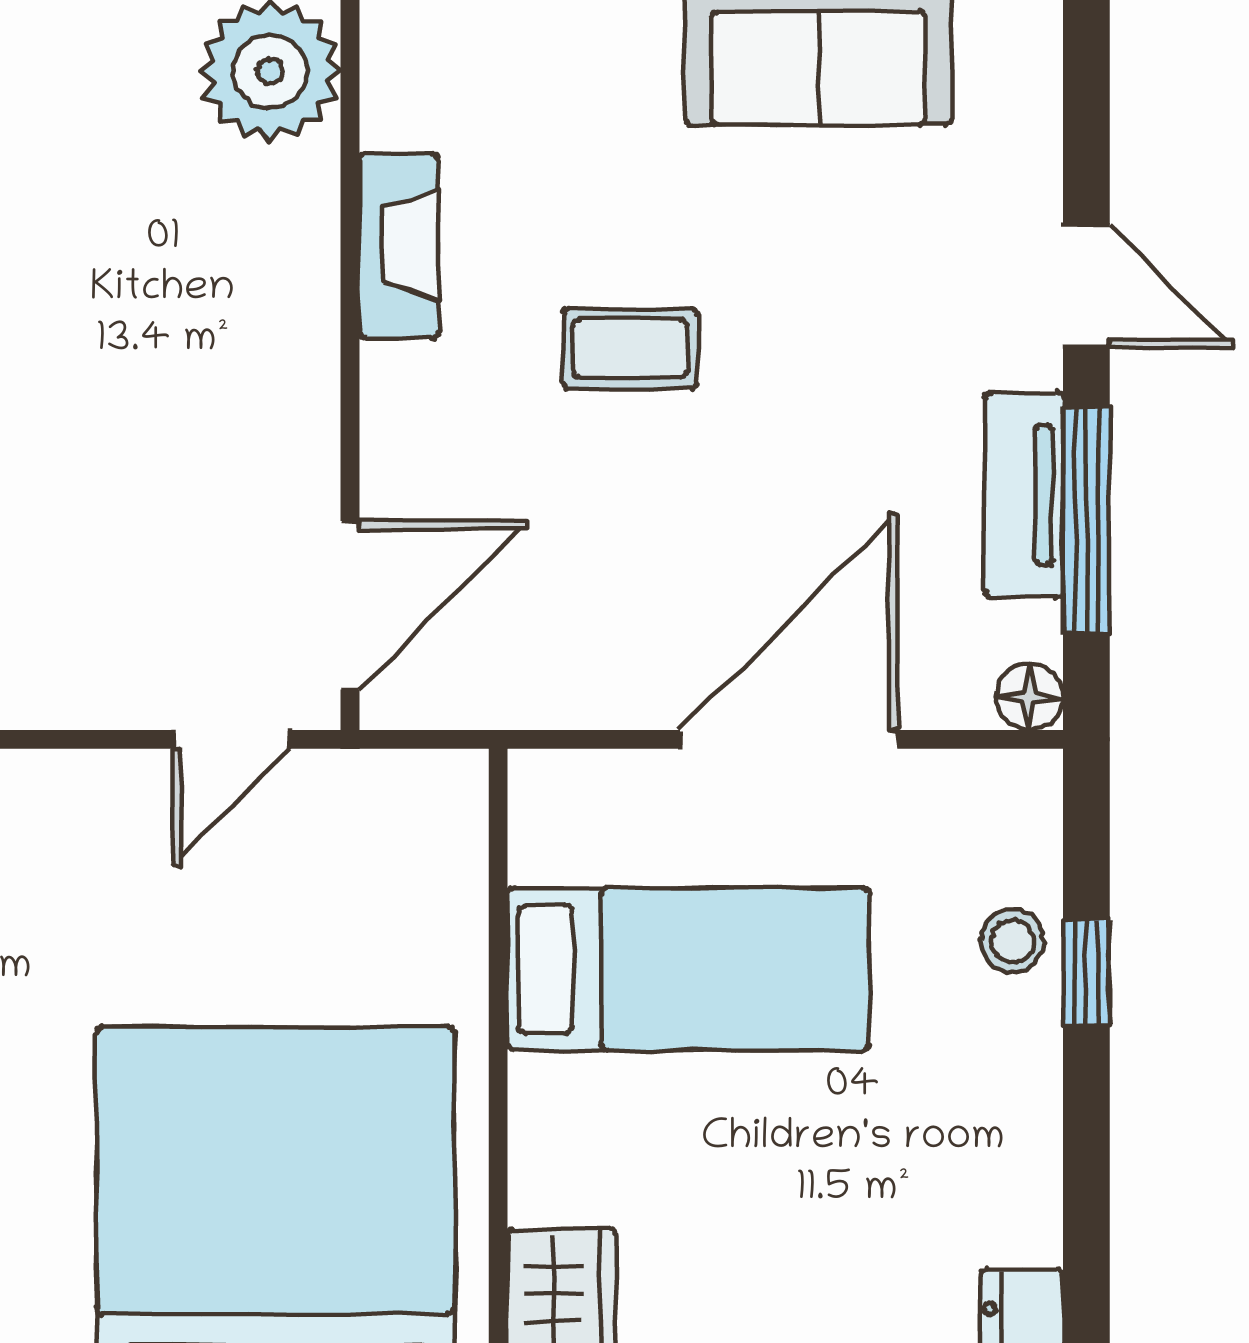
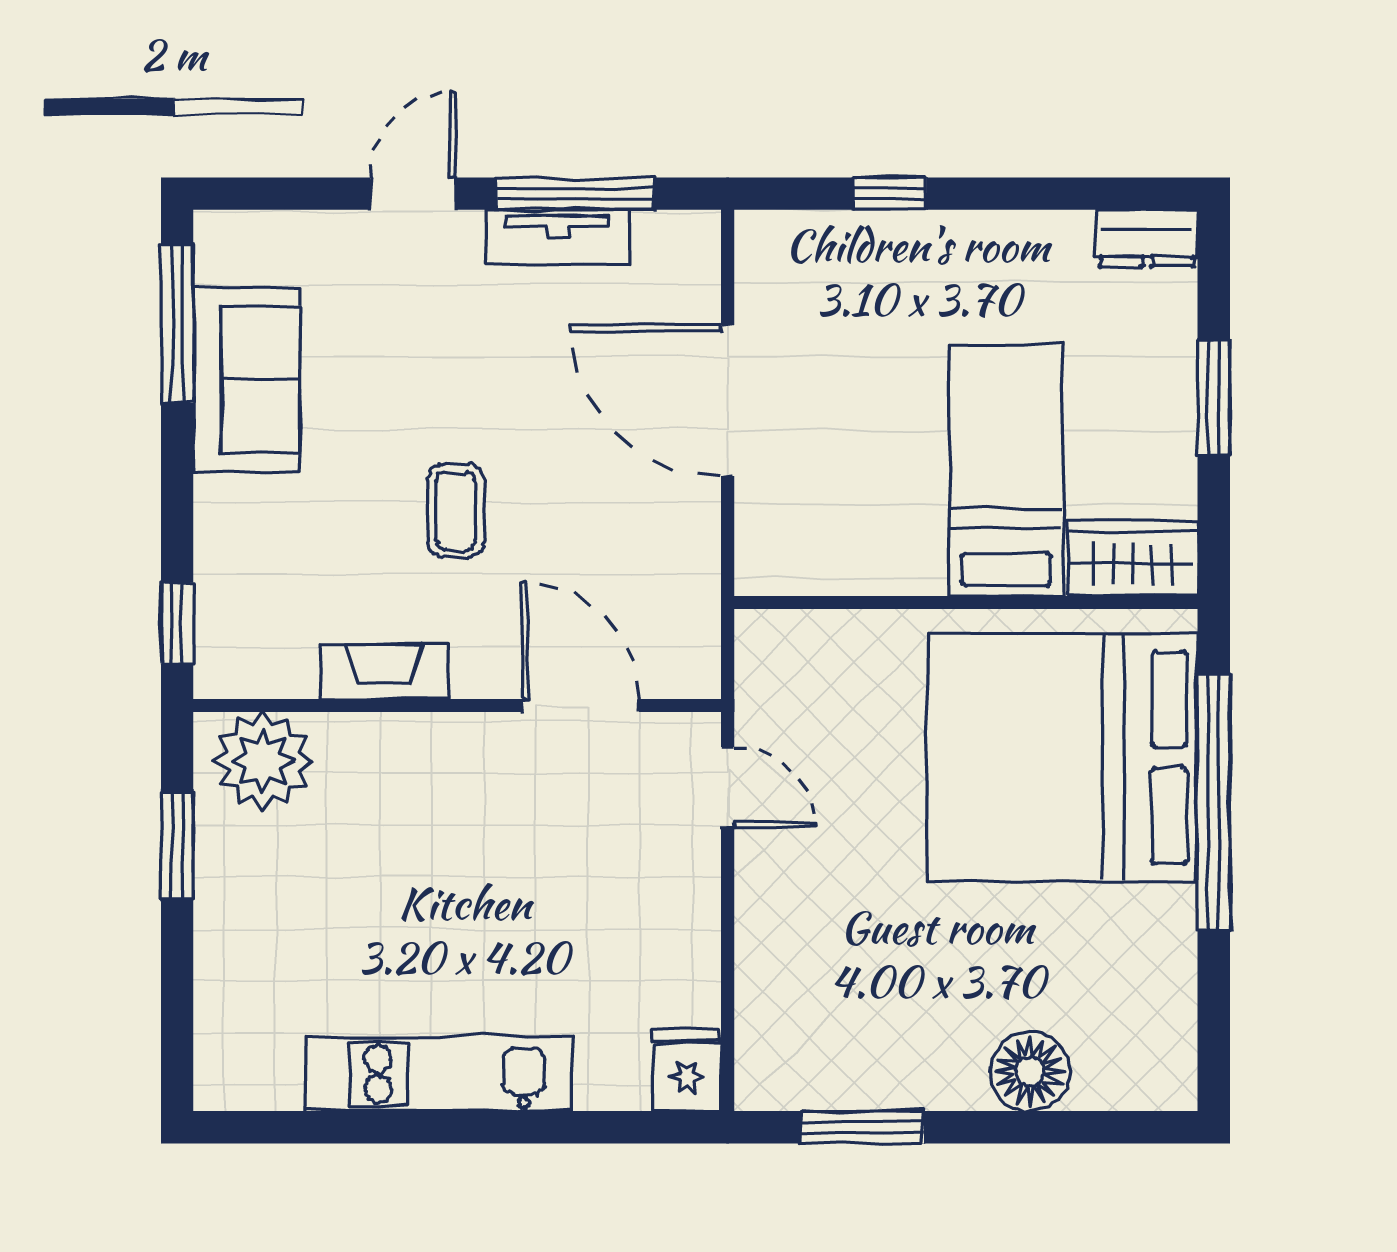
door: (350, 605) -> (580, 705), moved
floor lamp: (1030, 697) -> (698, 233), removed
stool: (1012, 941) -> (868, 245), removed
bed: (688, 969) -> (1006, 470), moved

